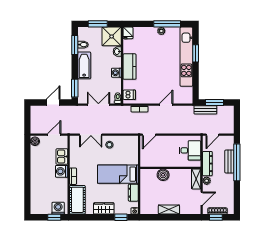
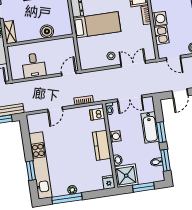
bathtub: (84, 65) -> (150, 127), moved
window: (75, 88) -> (161, 132), moved
door: (54, 135) -> (174, 58), hinge flipped
desk: (190, 150) -> (34, 65), moved, turned -90

